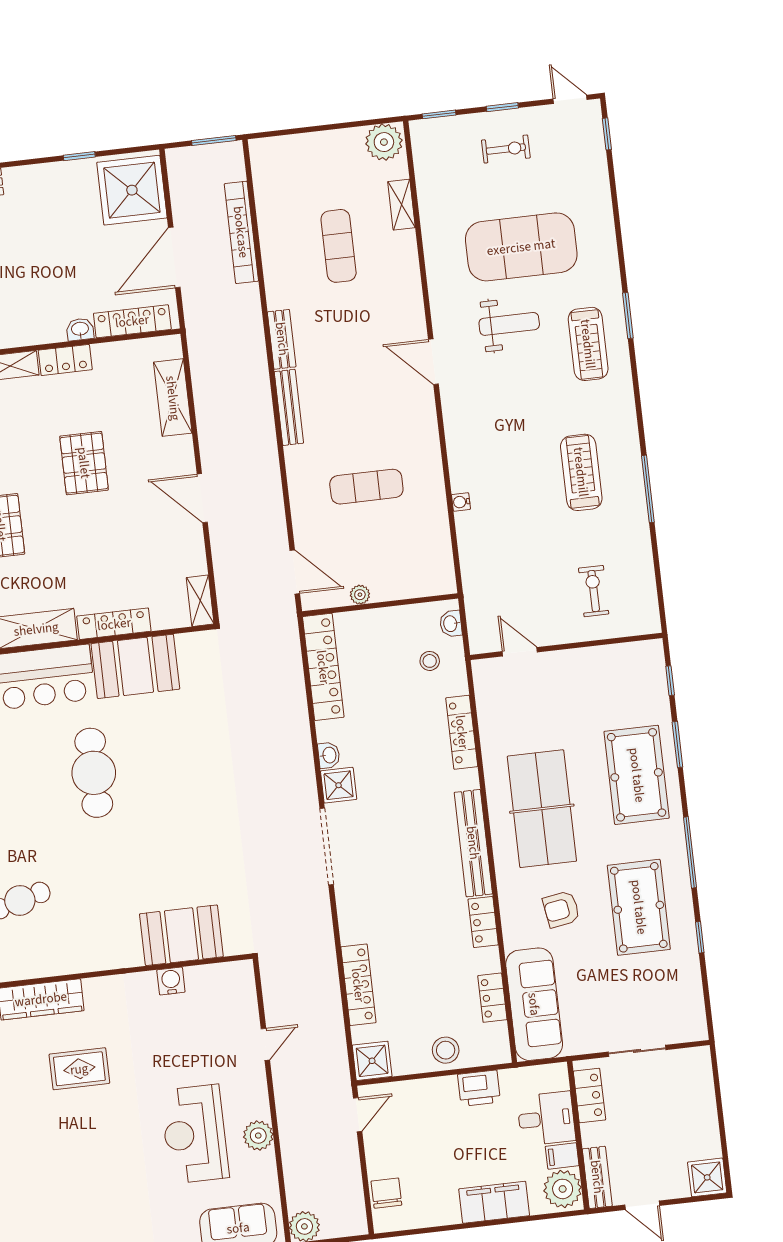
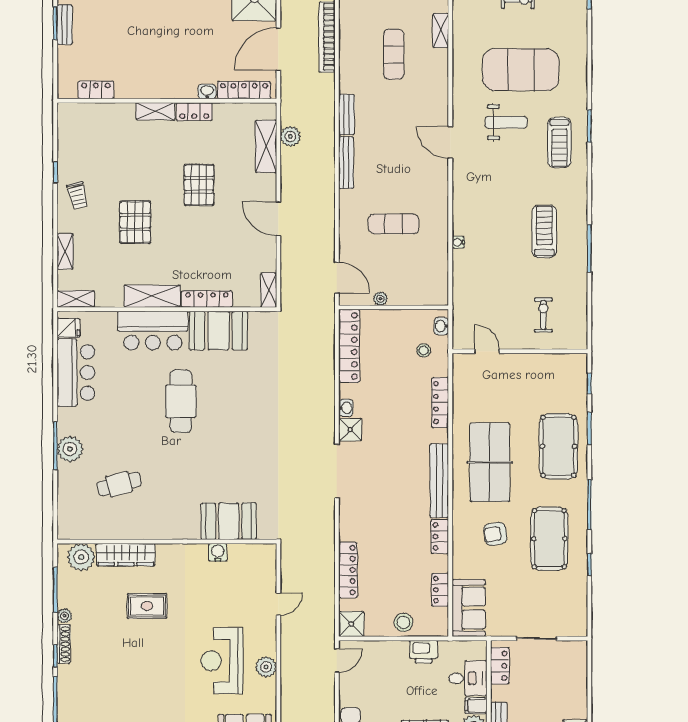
plant: (206, 379) -> (290, 136), added
sofa: (534, 1004) -> (469, 608), width x0.73

